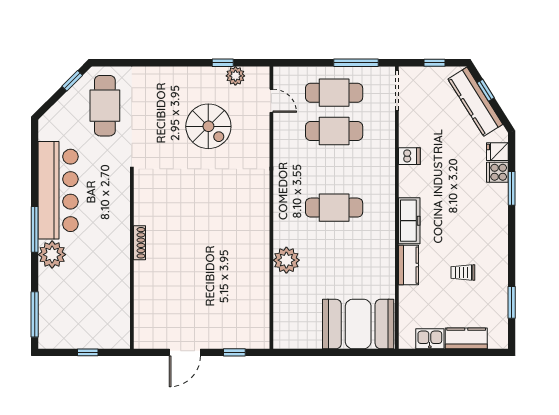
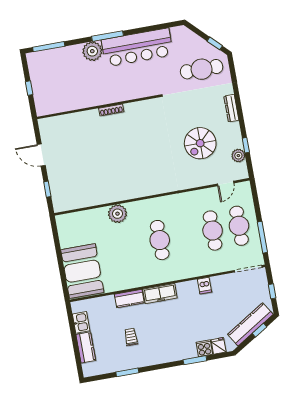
dresser: (167, 74) -> (231, 108), added
window: (512, 302) -> (127, 372), moved

